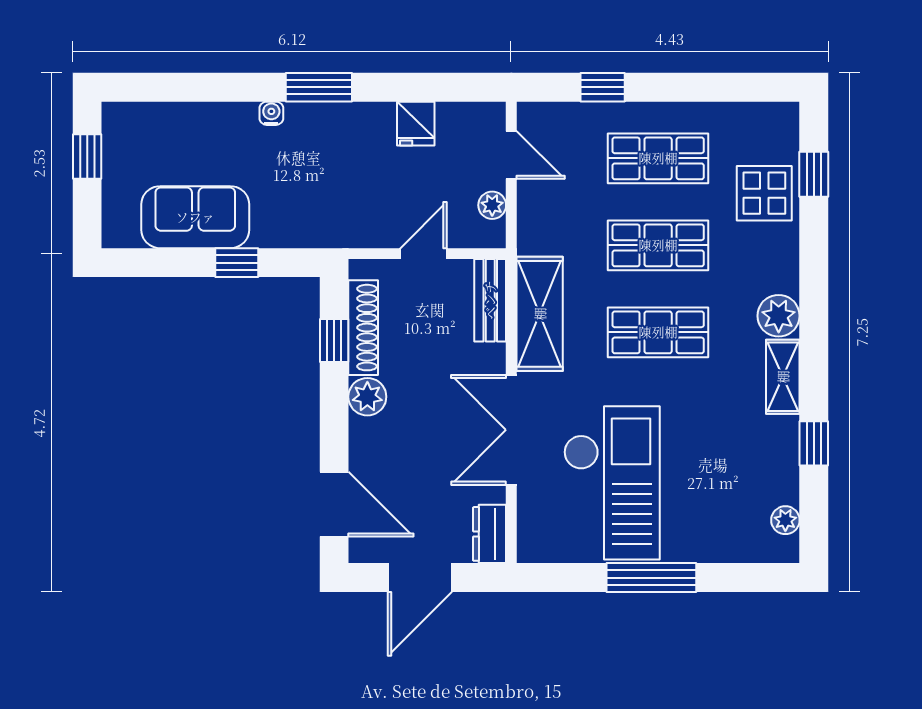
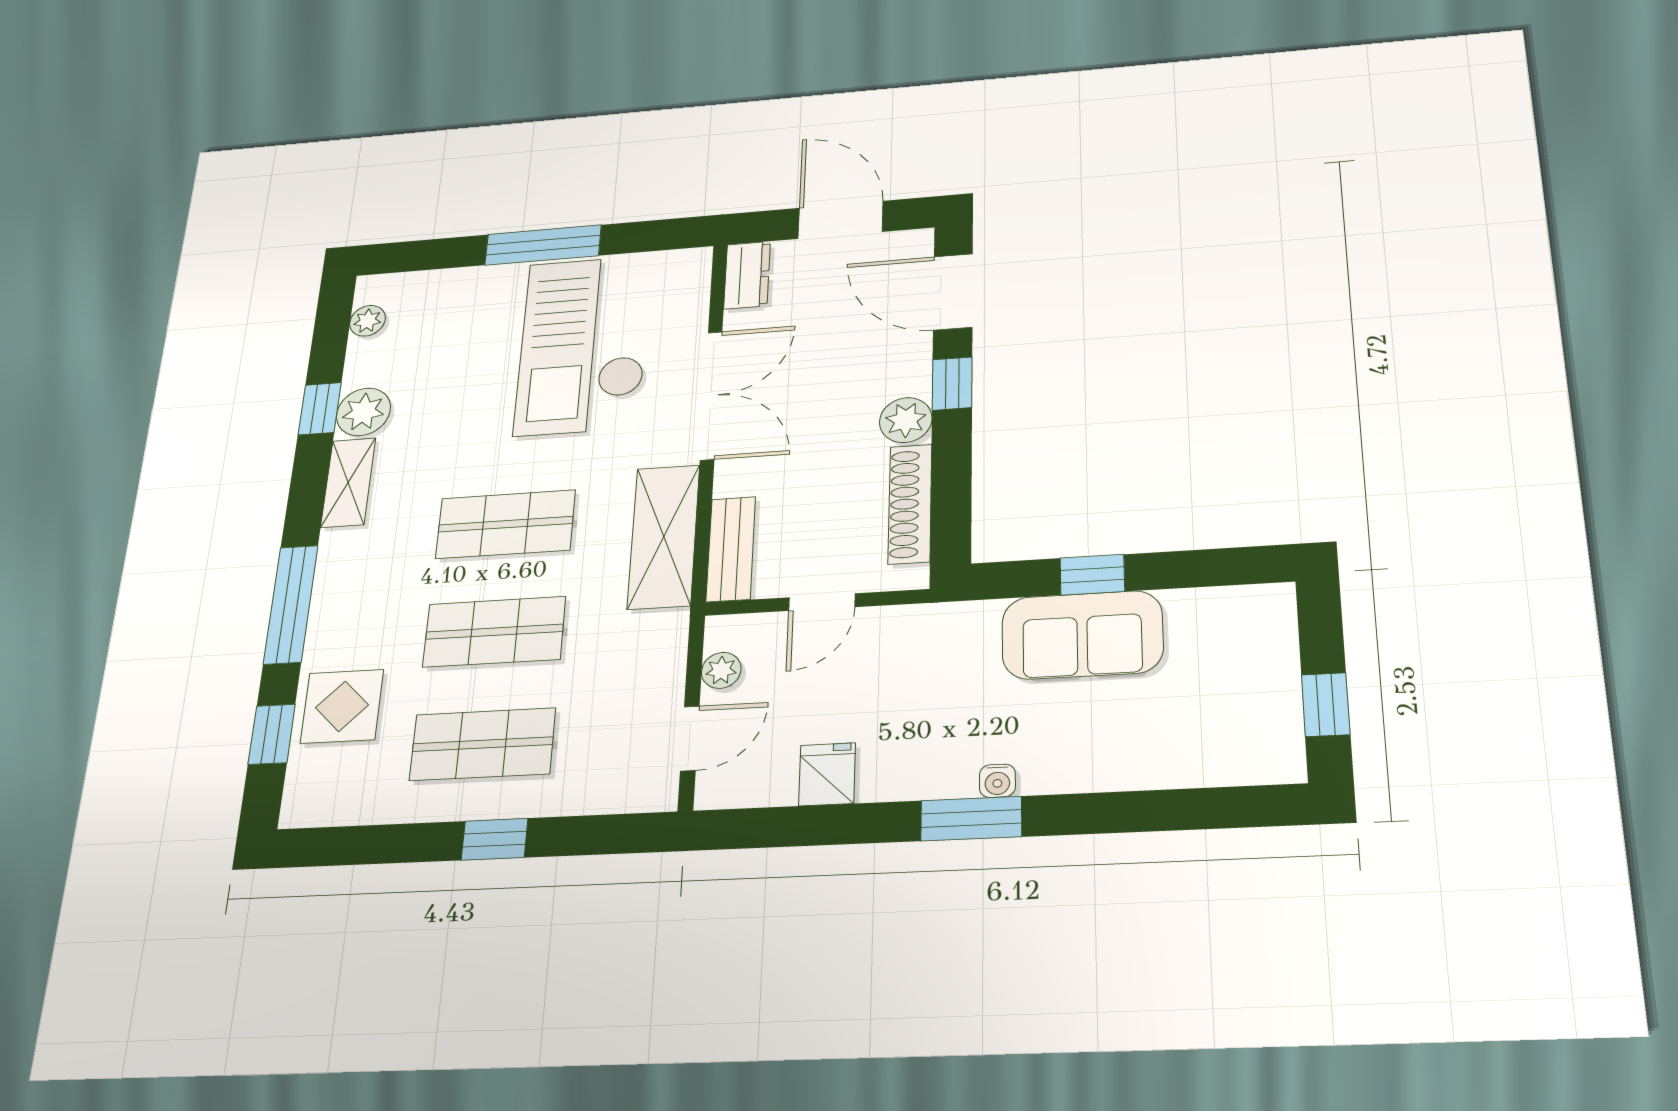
window: (603, 87) -> (495, 839), moved
water cooler: (271, 113) -> (997, 781), moved
door: (511, 155) -> (690, 738), swing flipped
sofa: (195, 217) -> (1082, 635), moved
window: (814, 277) -> (291, 604), added
plant: (779, 316) -> (363, 412), moved
window: (334, 340) -> (952, 384), moved
door: (420, 578) -> (841, 220), hinge flipped

